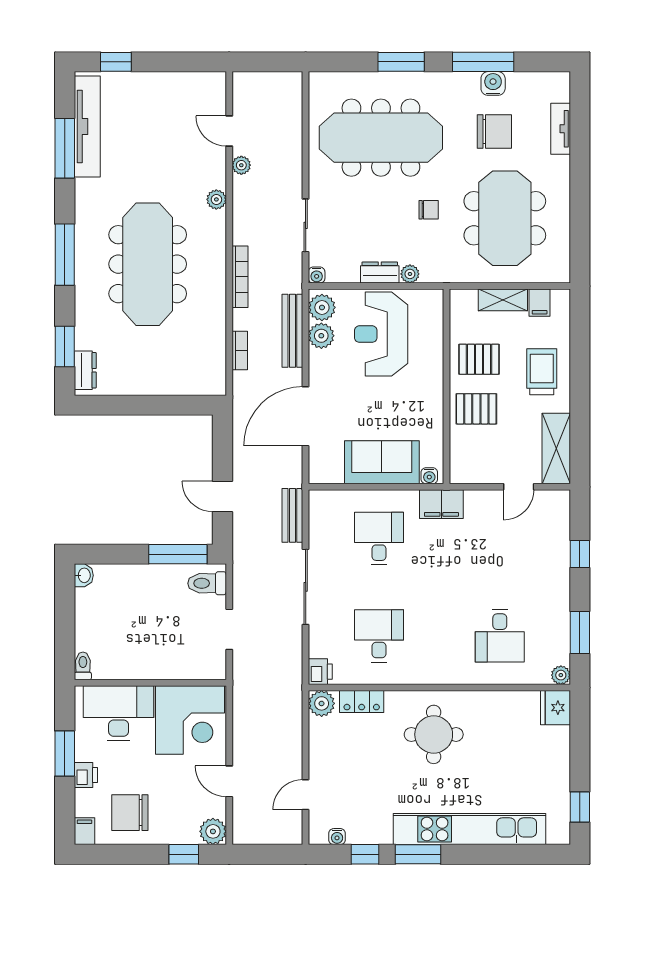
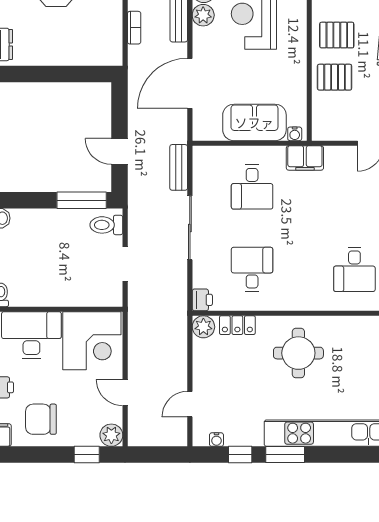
desk: (379, 538) -> (252, 187), turned 180

